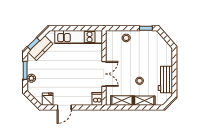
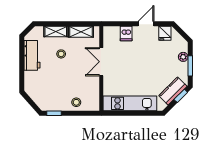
dishwasher: (97, 99) -> (126, 34), moved

